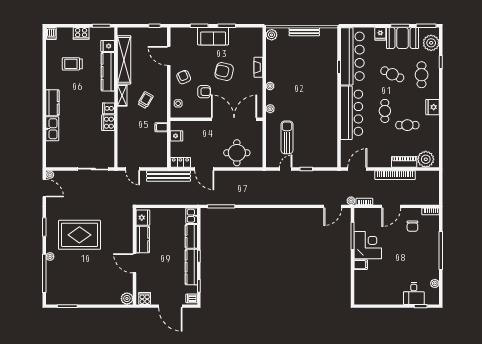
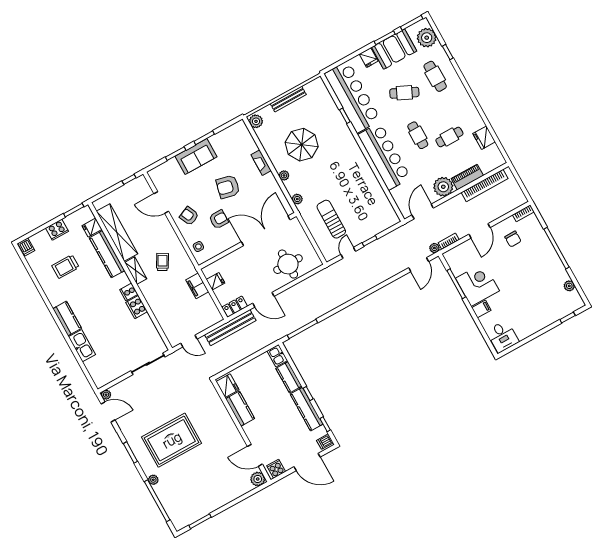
parasol: (296, 70) -> (302, 145), added
fridge: (433, 107) -> (484, 138), moved
filing cabinet: (161, 127) -> (197, 286), width x2.00
plant: (426, 159) -> (443, 187), moved
bookcase: (395, 175) -> (485, 185), moved
door: (135, 263) -> (255, 455), moved
desk: (414, 293) -> (503, 336), moved

